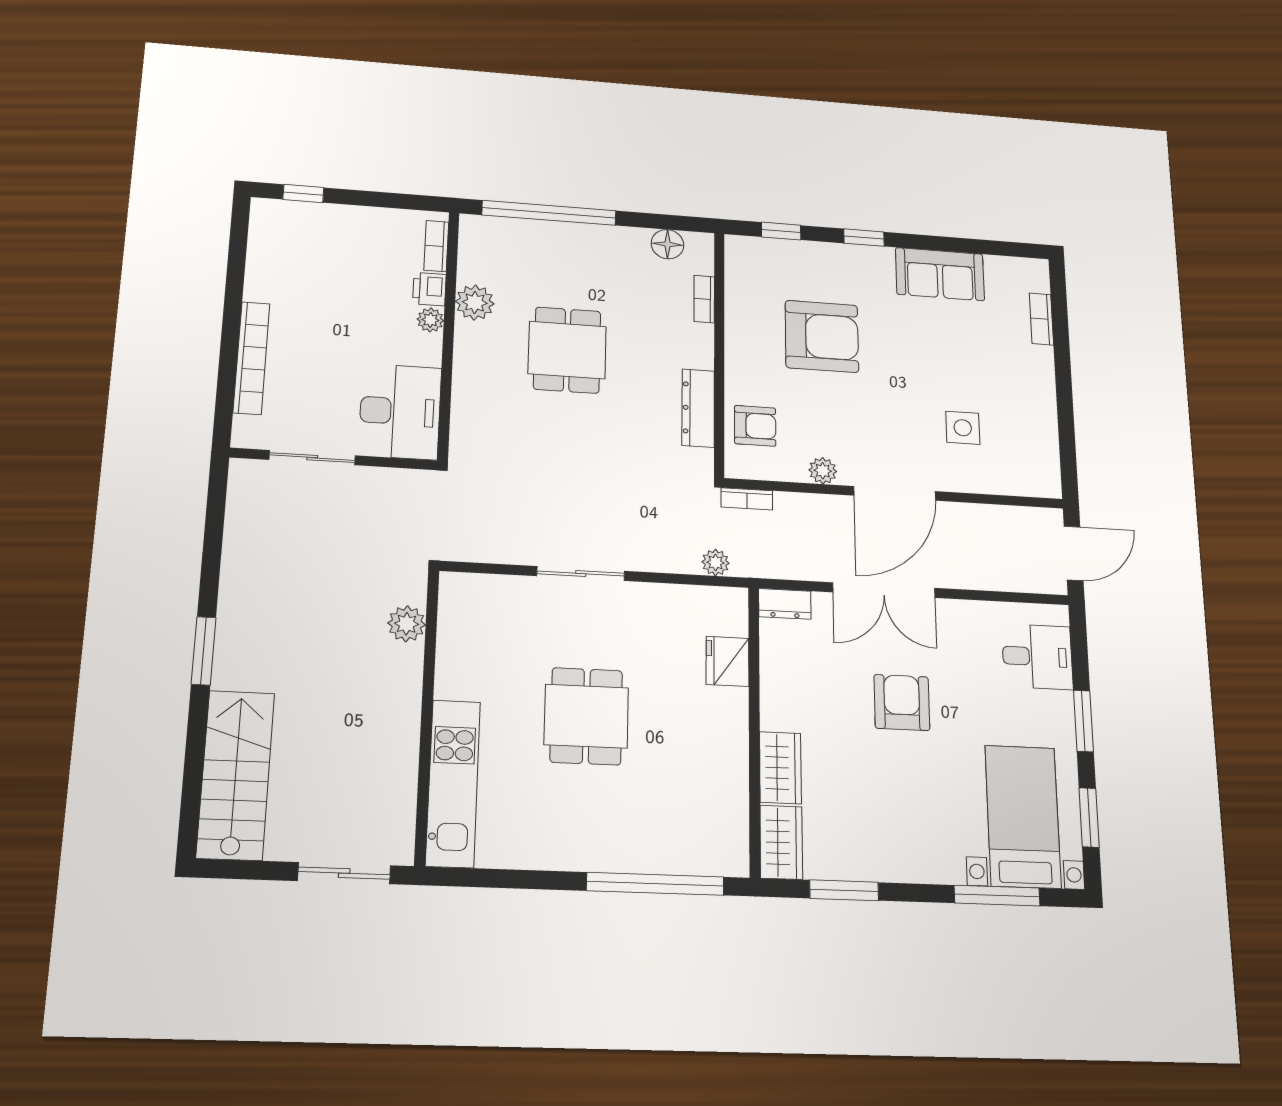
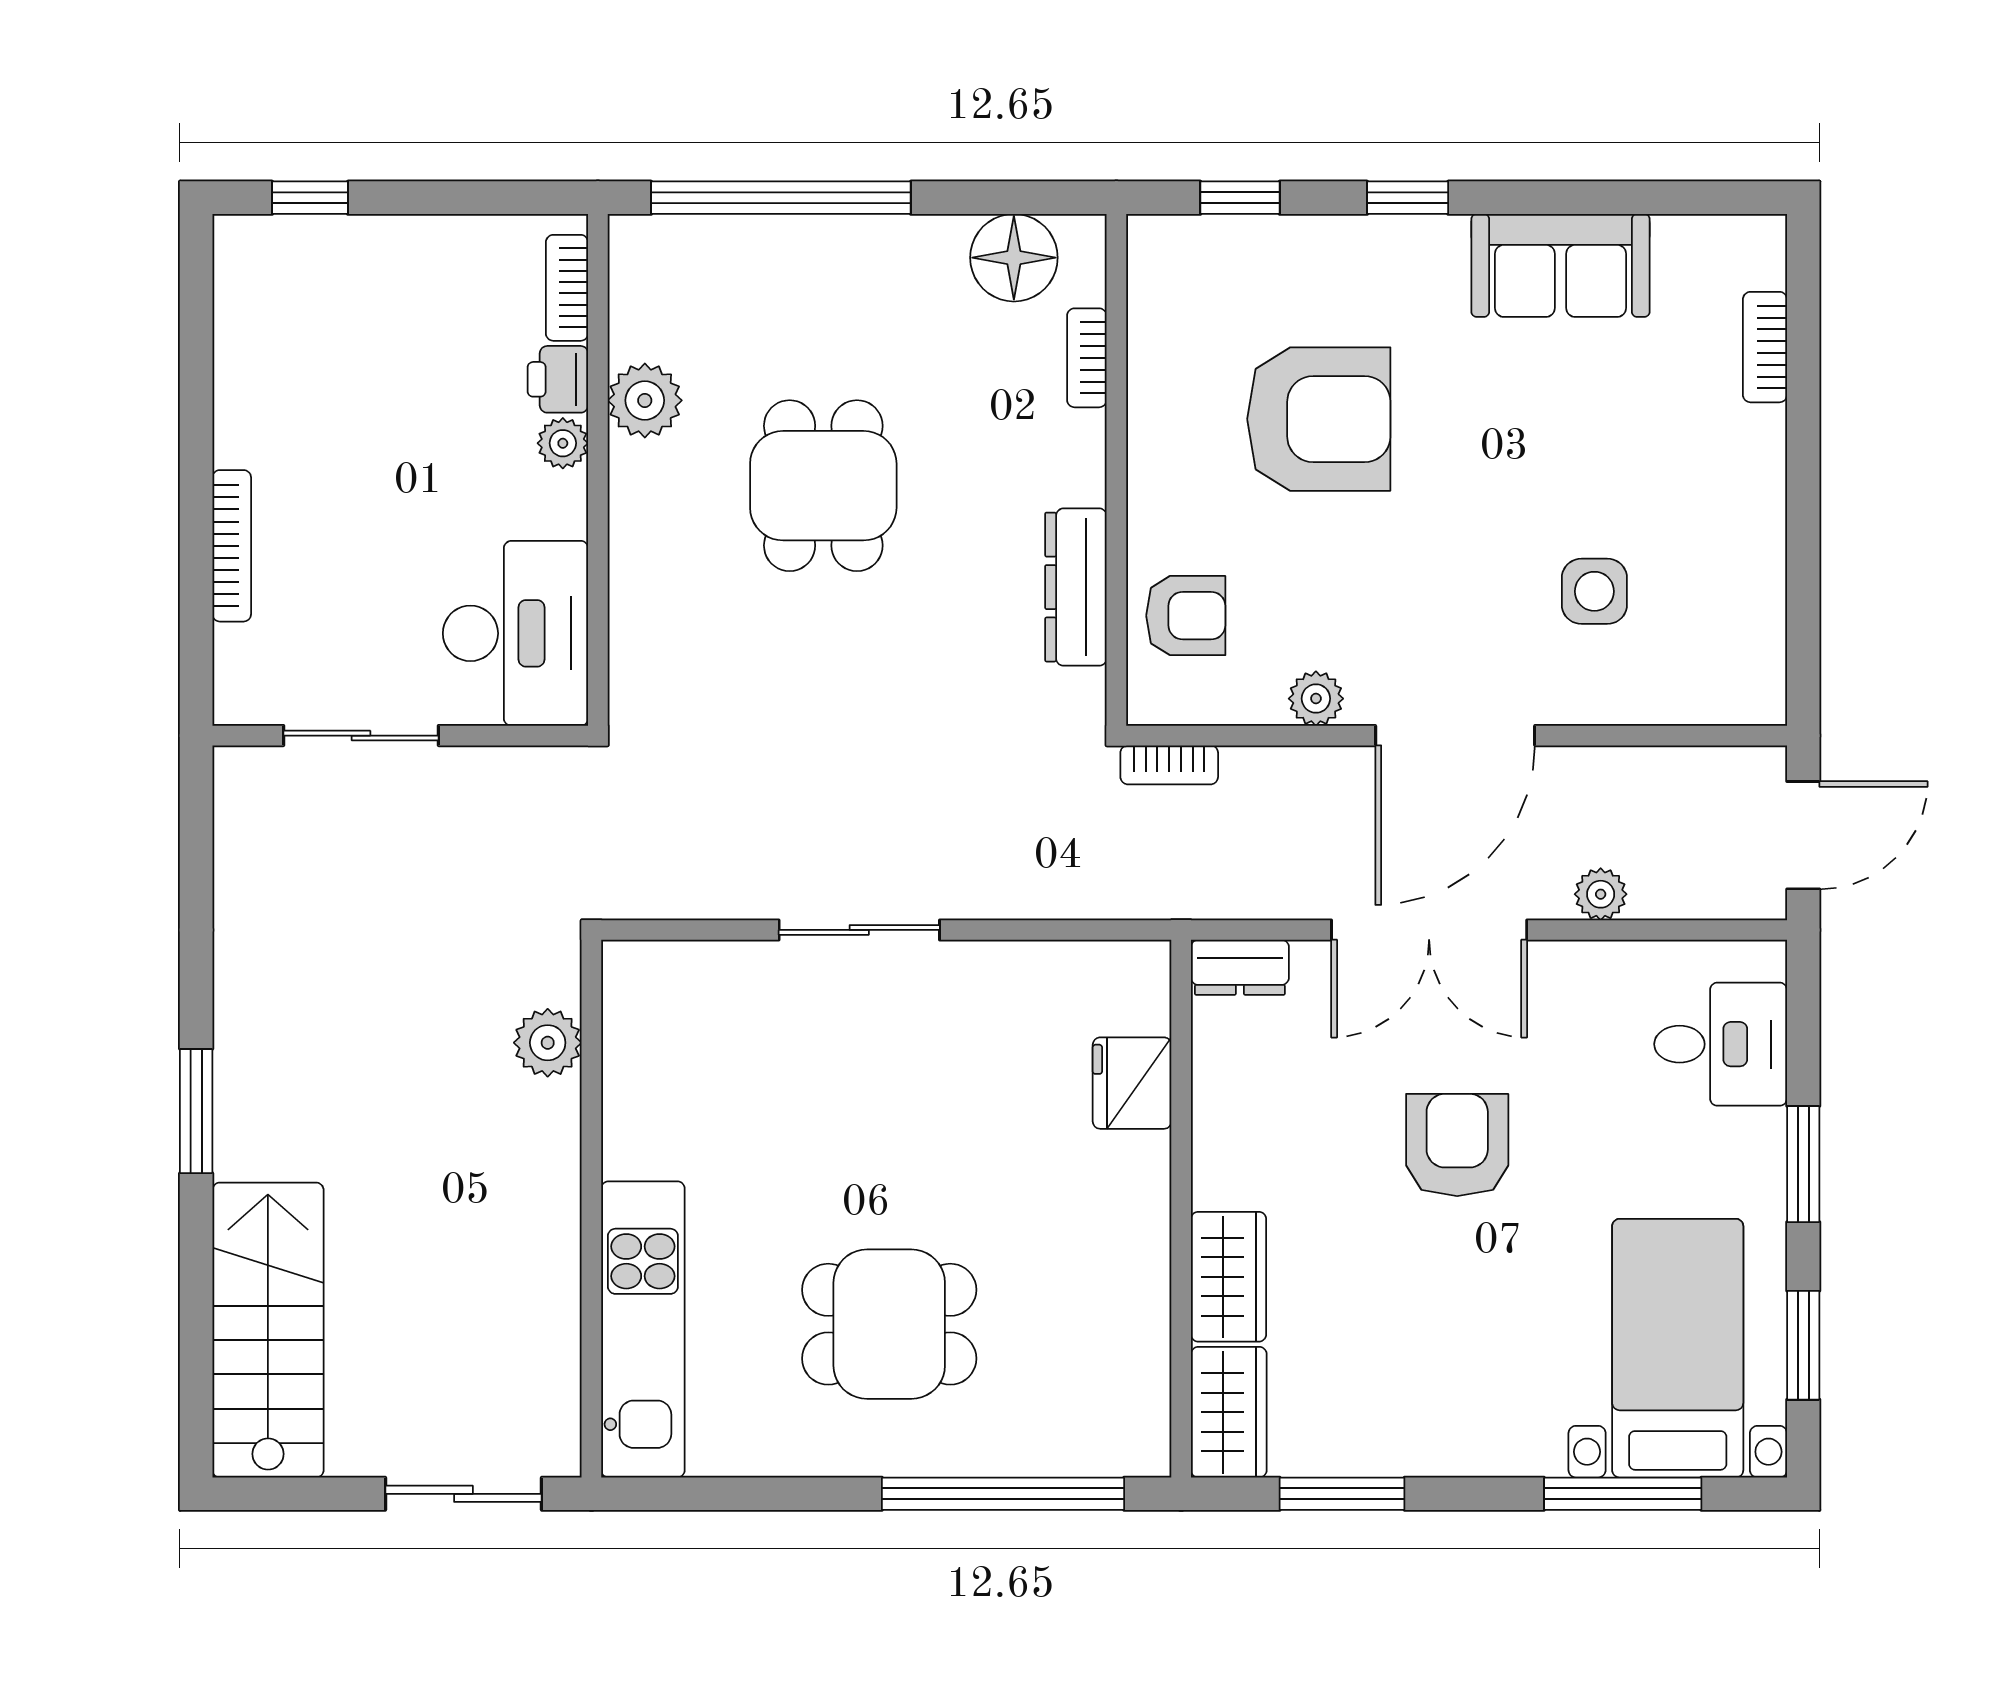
floor lamp: (667, 244) -> (1014, 258), width x1.38, depth x1.38
bookcase: (251, 358) -> (232, 546), width x0.68, depth x0.76
plant: (715, 563) -> (1601, 894), moved
dining table: (586, 716) -> (889, 1324), moved, turned 90

